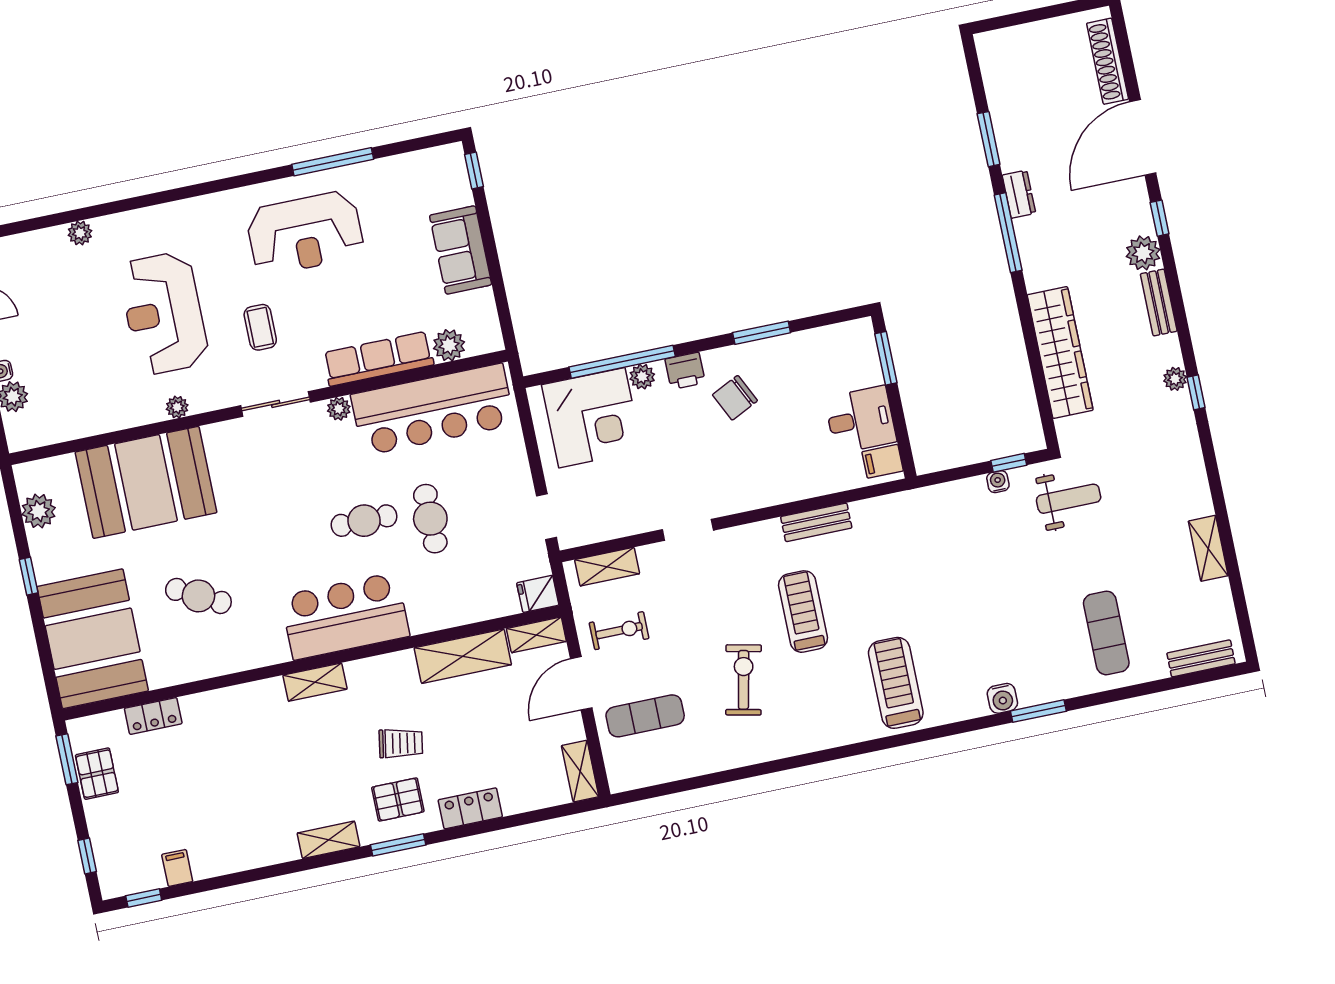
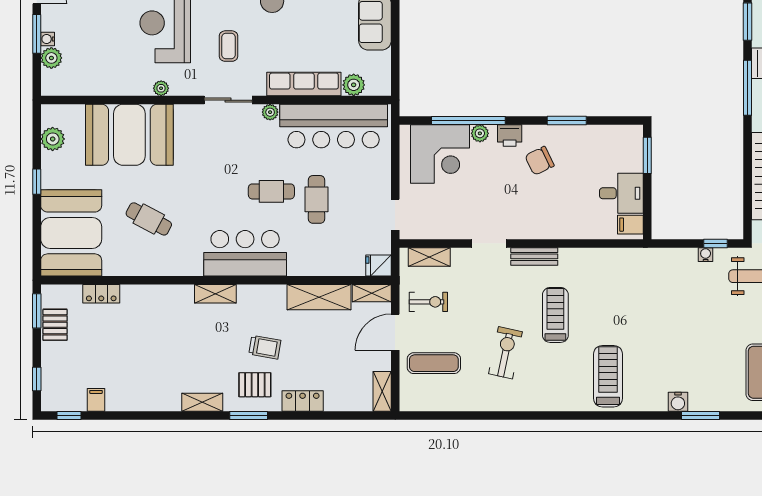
bench: (816, 522) -> (534, 256), moved

